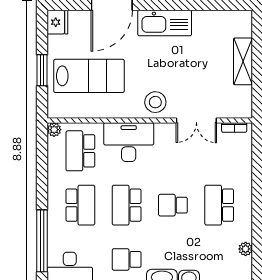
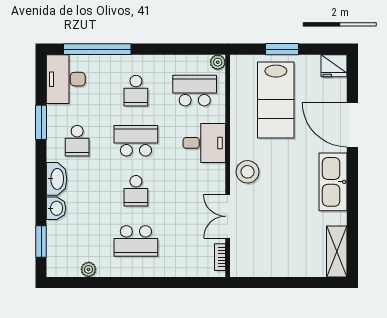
shelving: (243, 61) -> (337, 252), moved, turned 90
desk: (129, 142) -> (204, 143), width x0.73
school desk: (80, 205) -> (136, 91), width x0.54
school desk: (173, 205) -> (136, 191), turned 180
school desk: (219, 205) -> (136, 241), turned 180
school desk: (127, 259) -> (77, 141), turned 180

